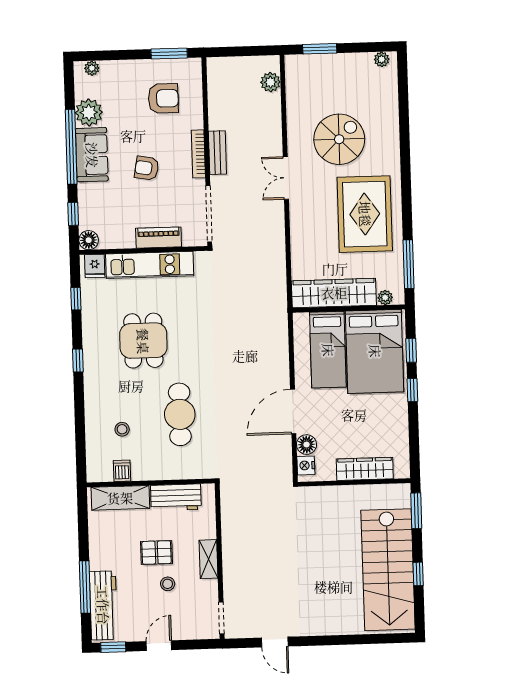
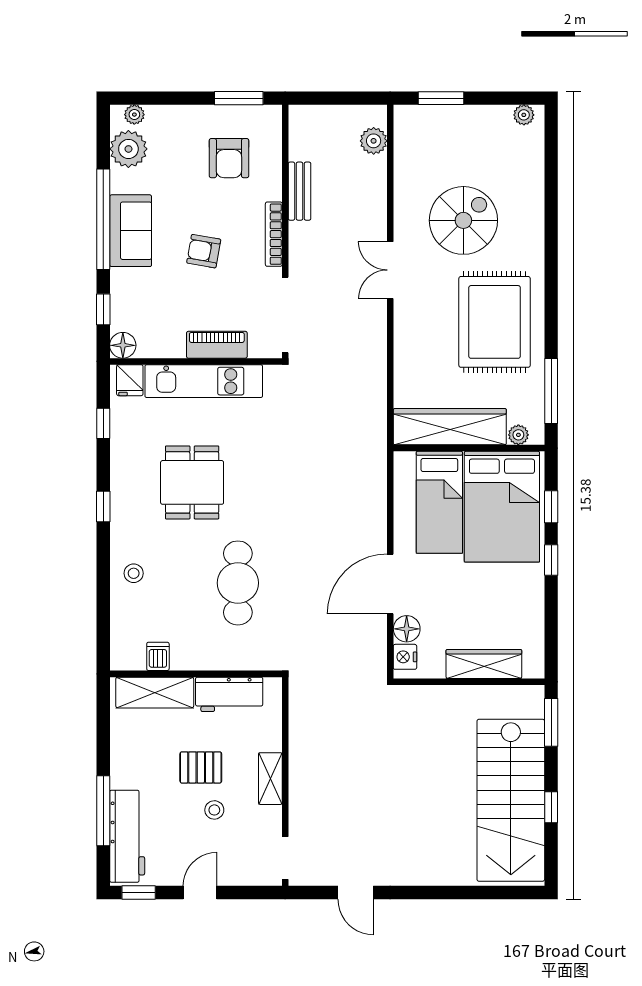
armchair: (163, 98) -> (229, 158), turned 90
plant: (89, 112) -> (128, 149), moved
bench: (217, 153) -> (299, 191), moved
stool: (122, 429) -> (134, 573), moved

